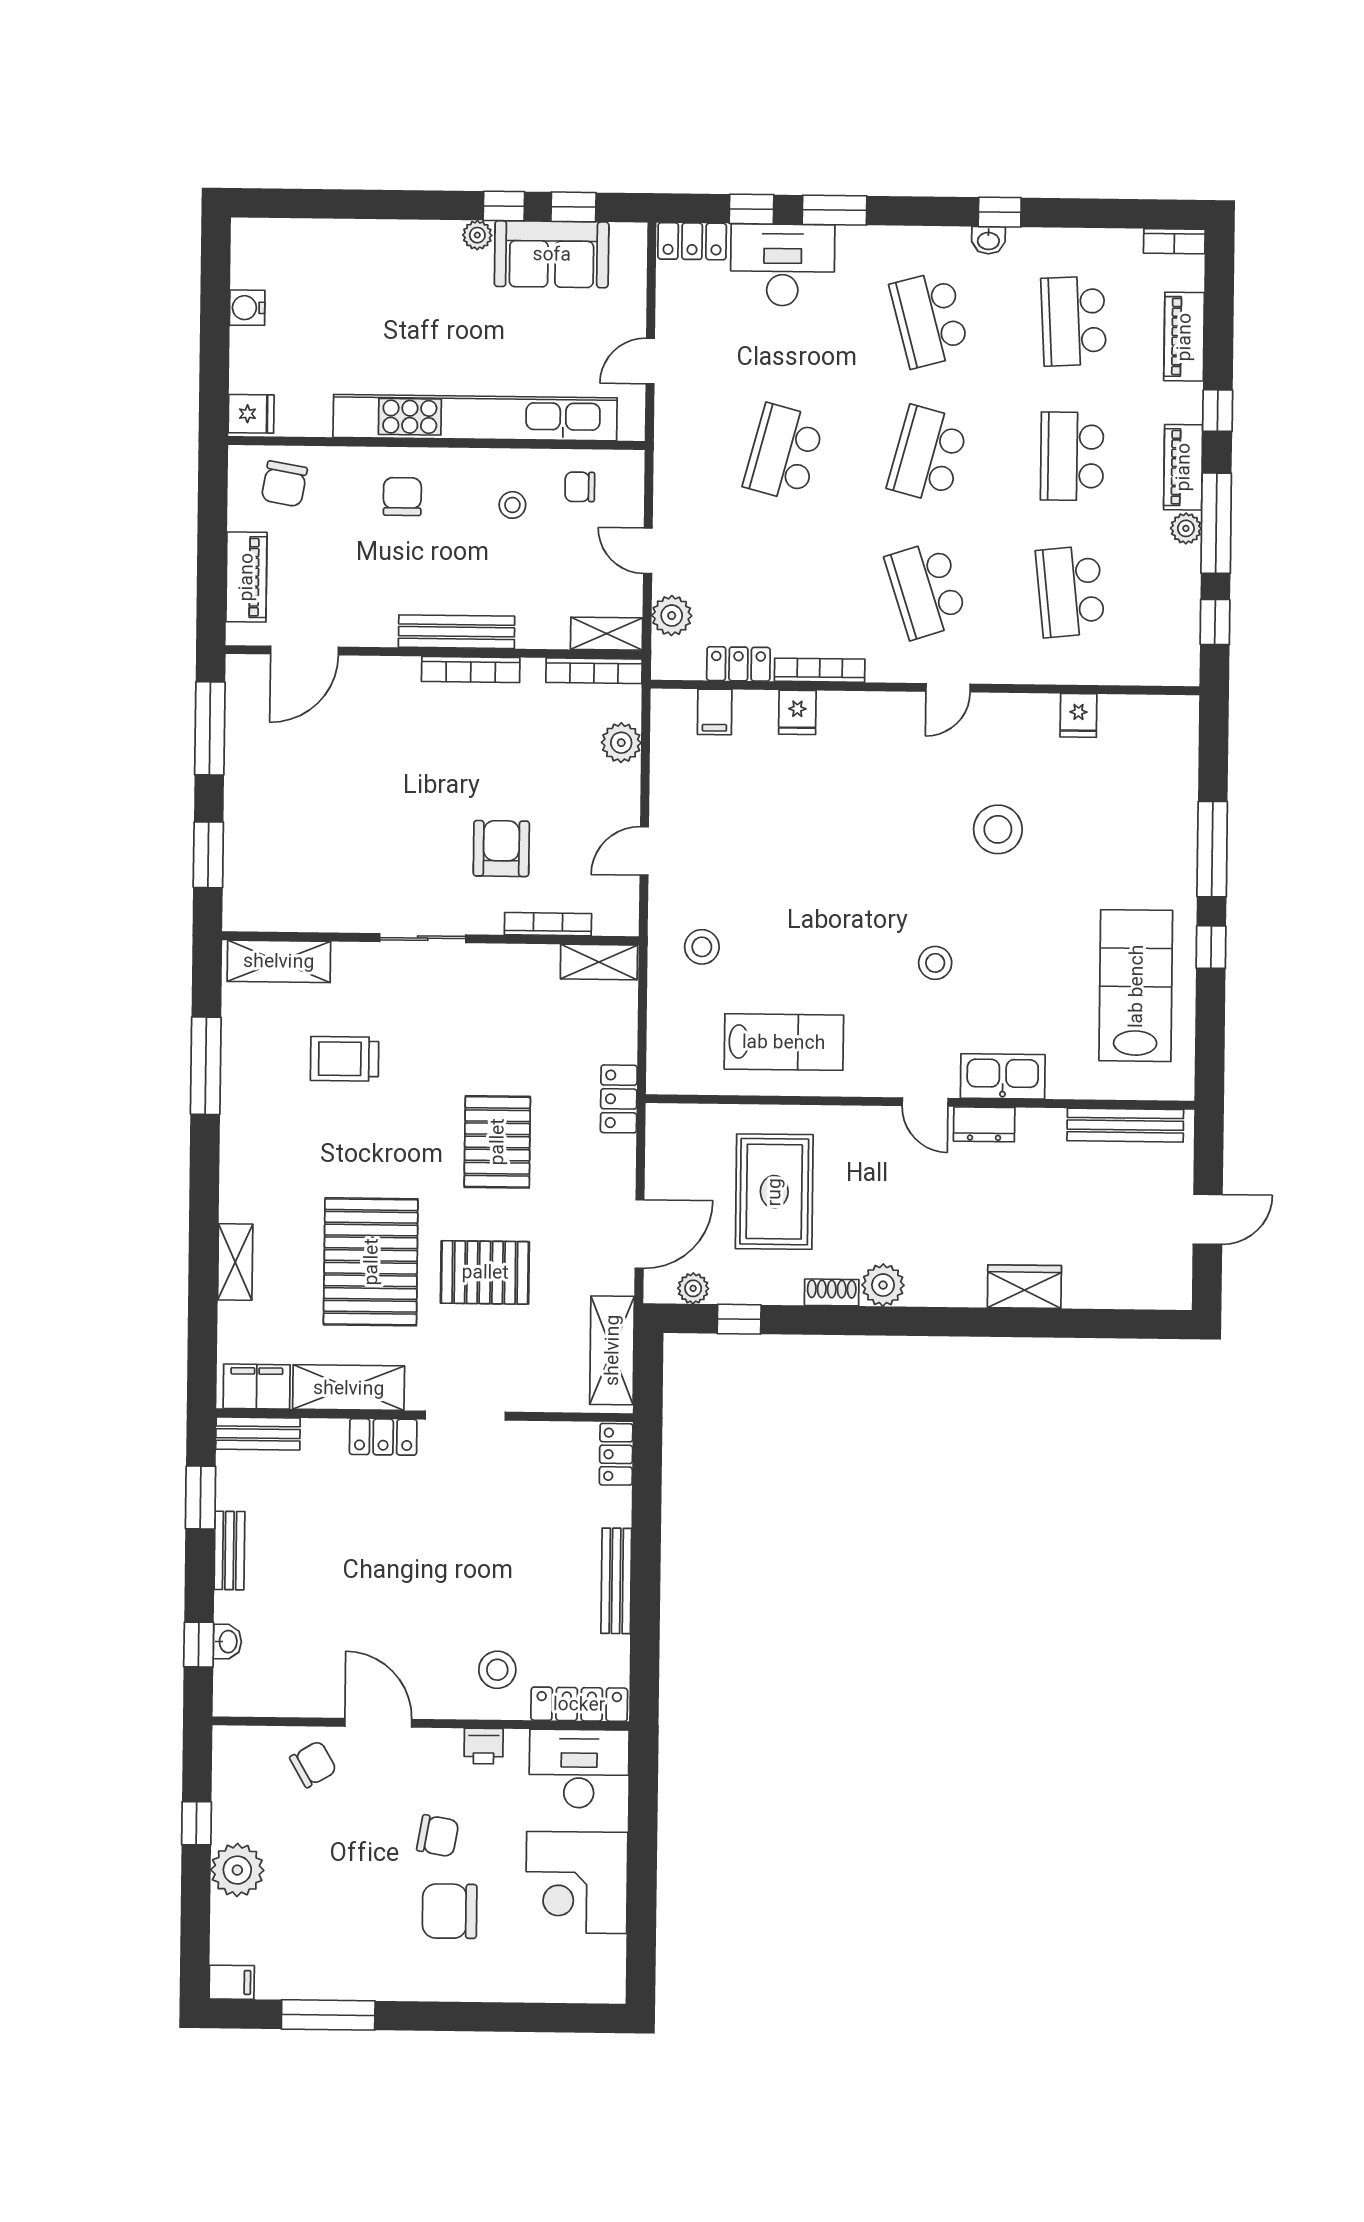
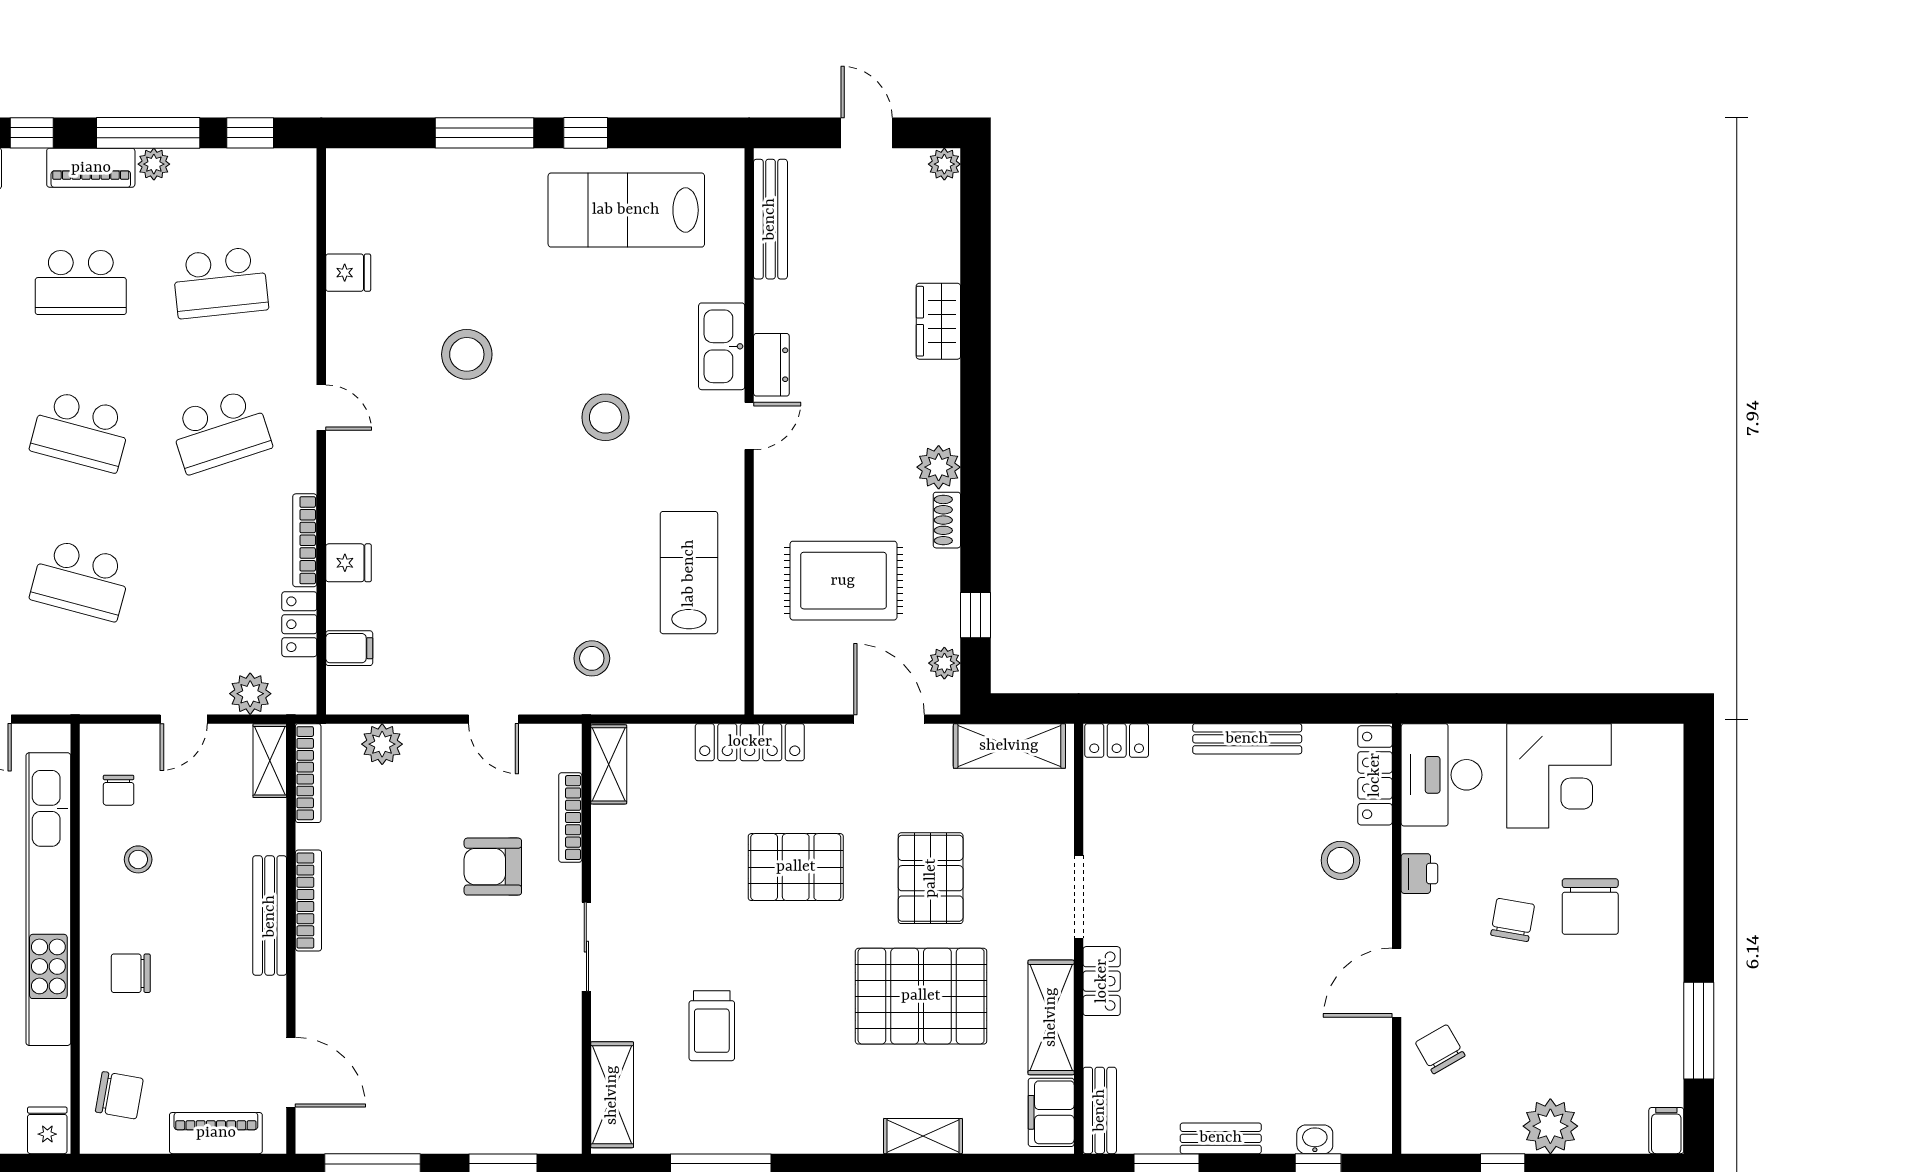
stool: (935, 963) -> (605, 417), width x1.38, depth x1.38
locker: (619, 1099) -> (750, 742), width x1.53
plant: (1176, 1294) -> (944, 164), added

